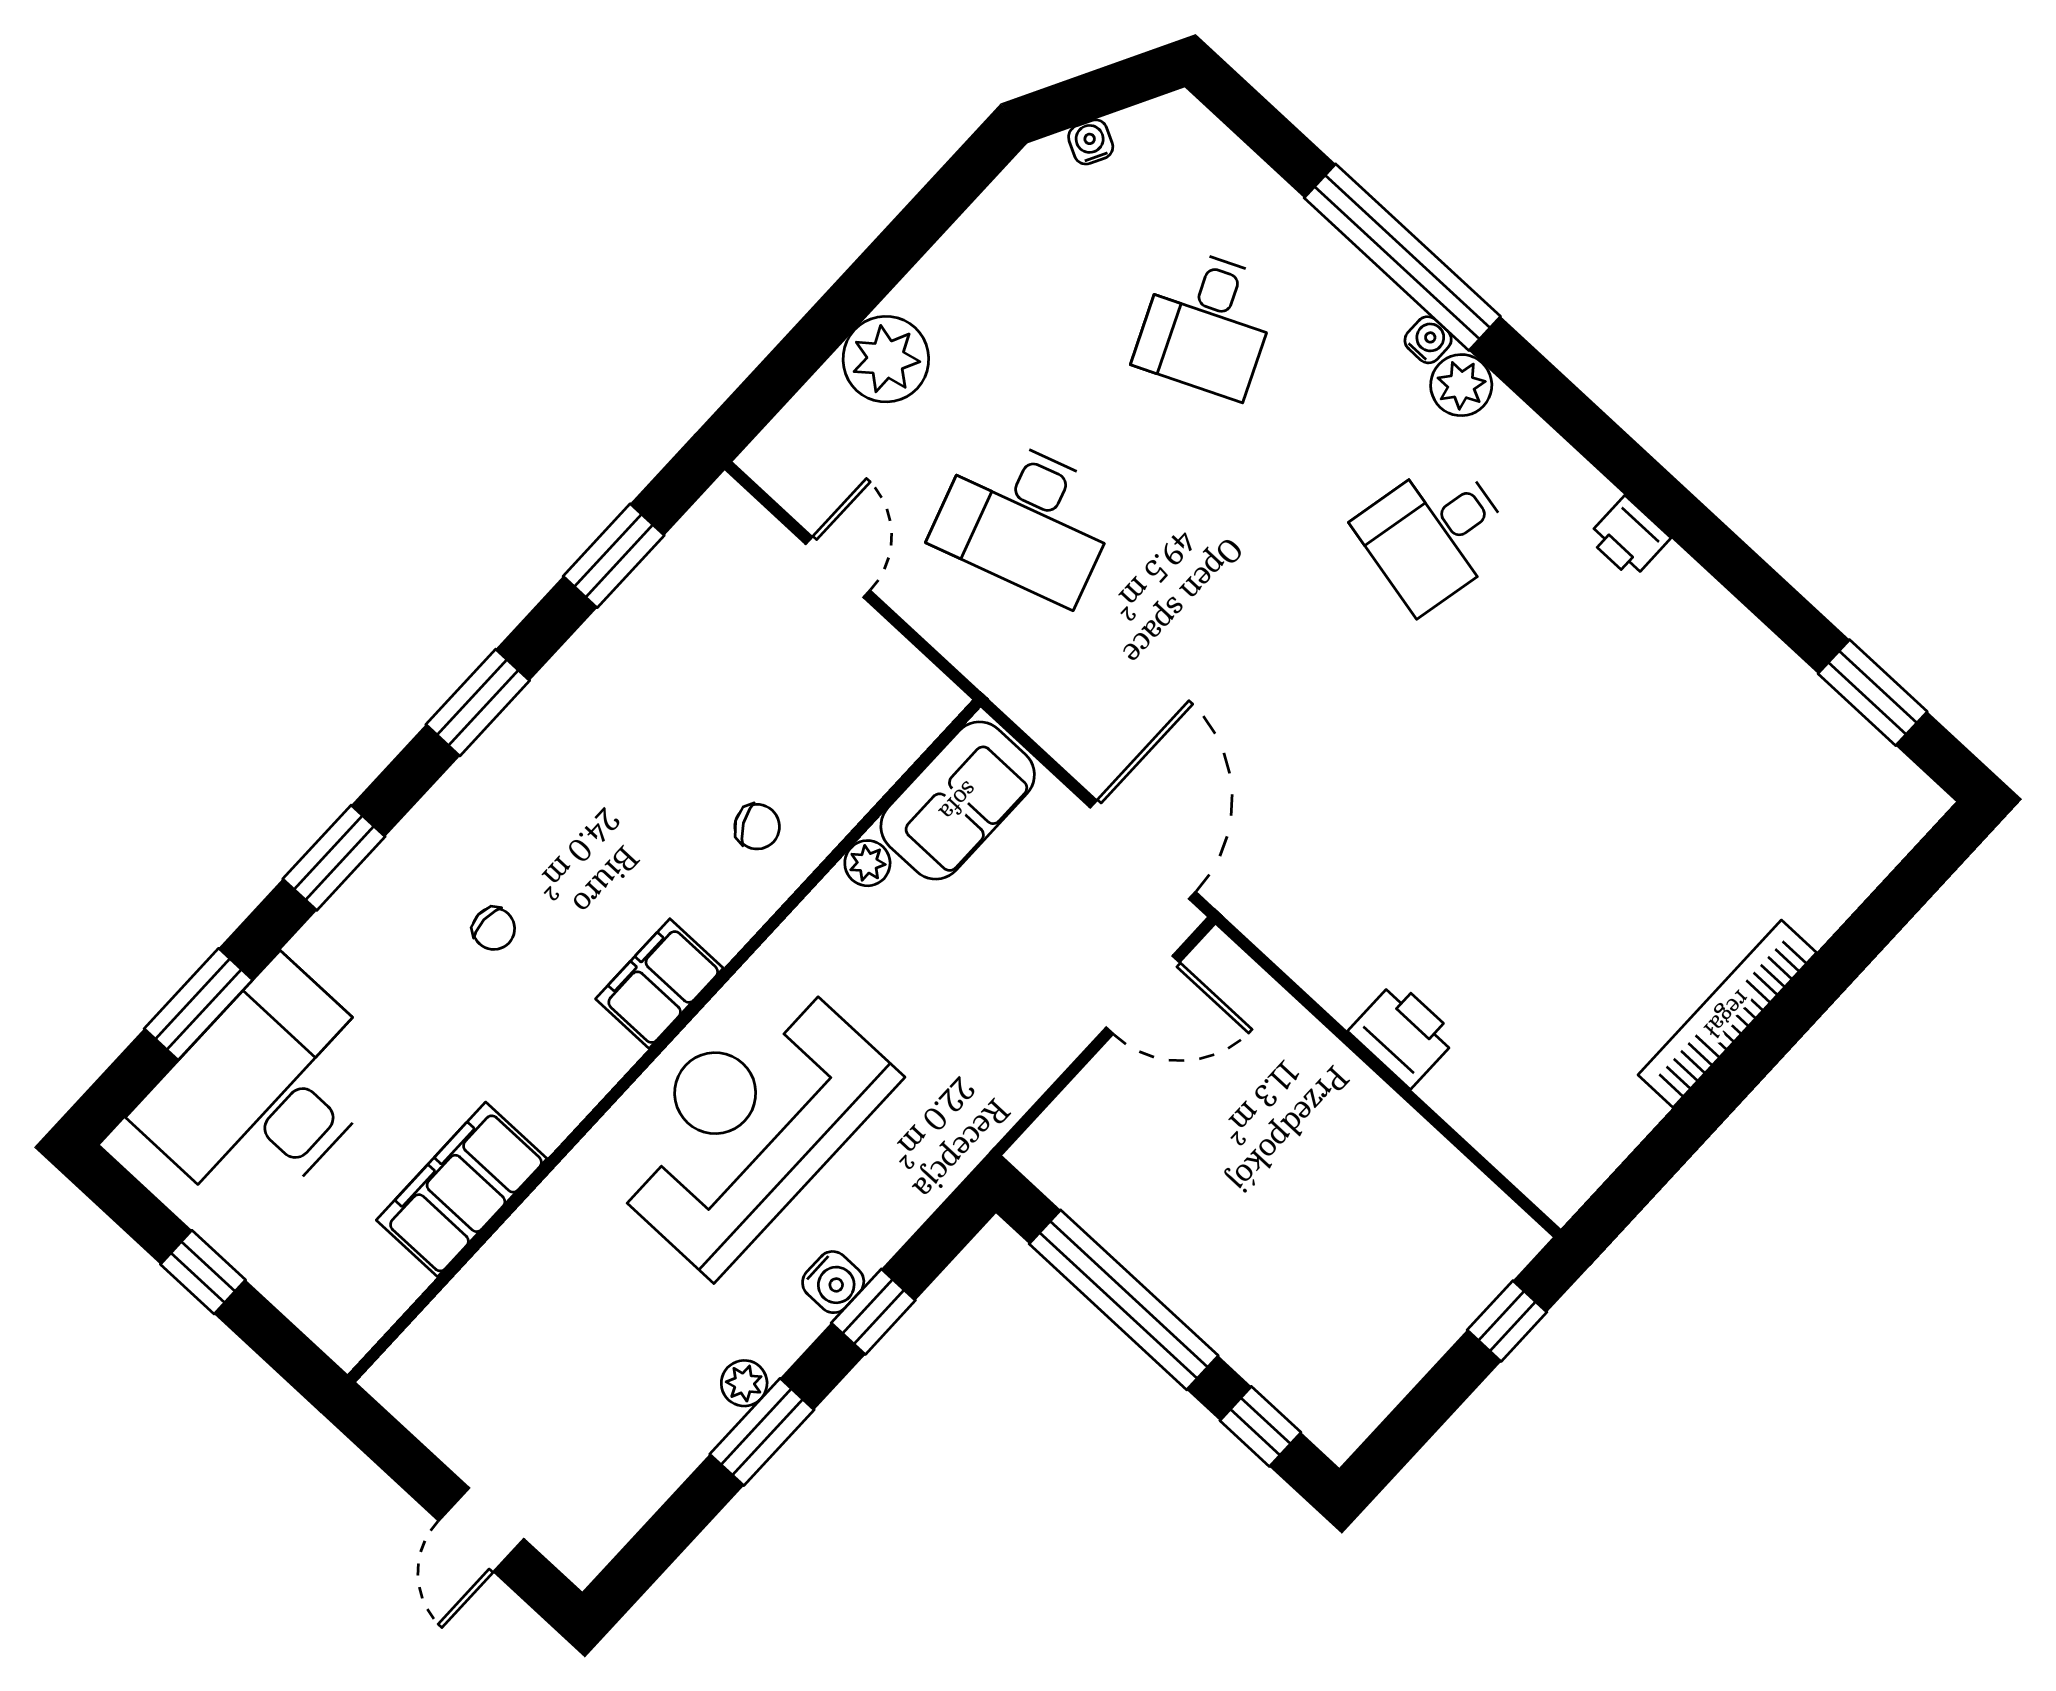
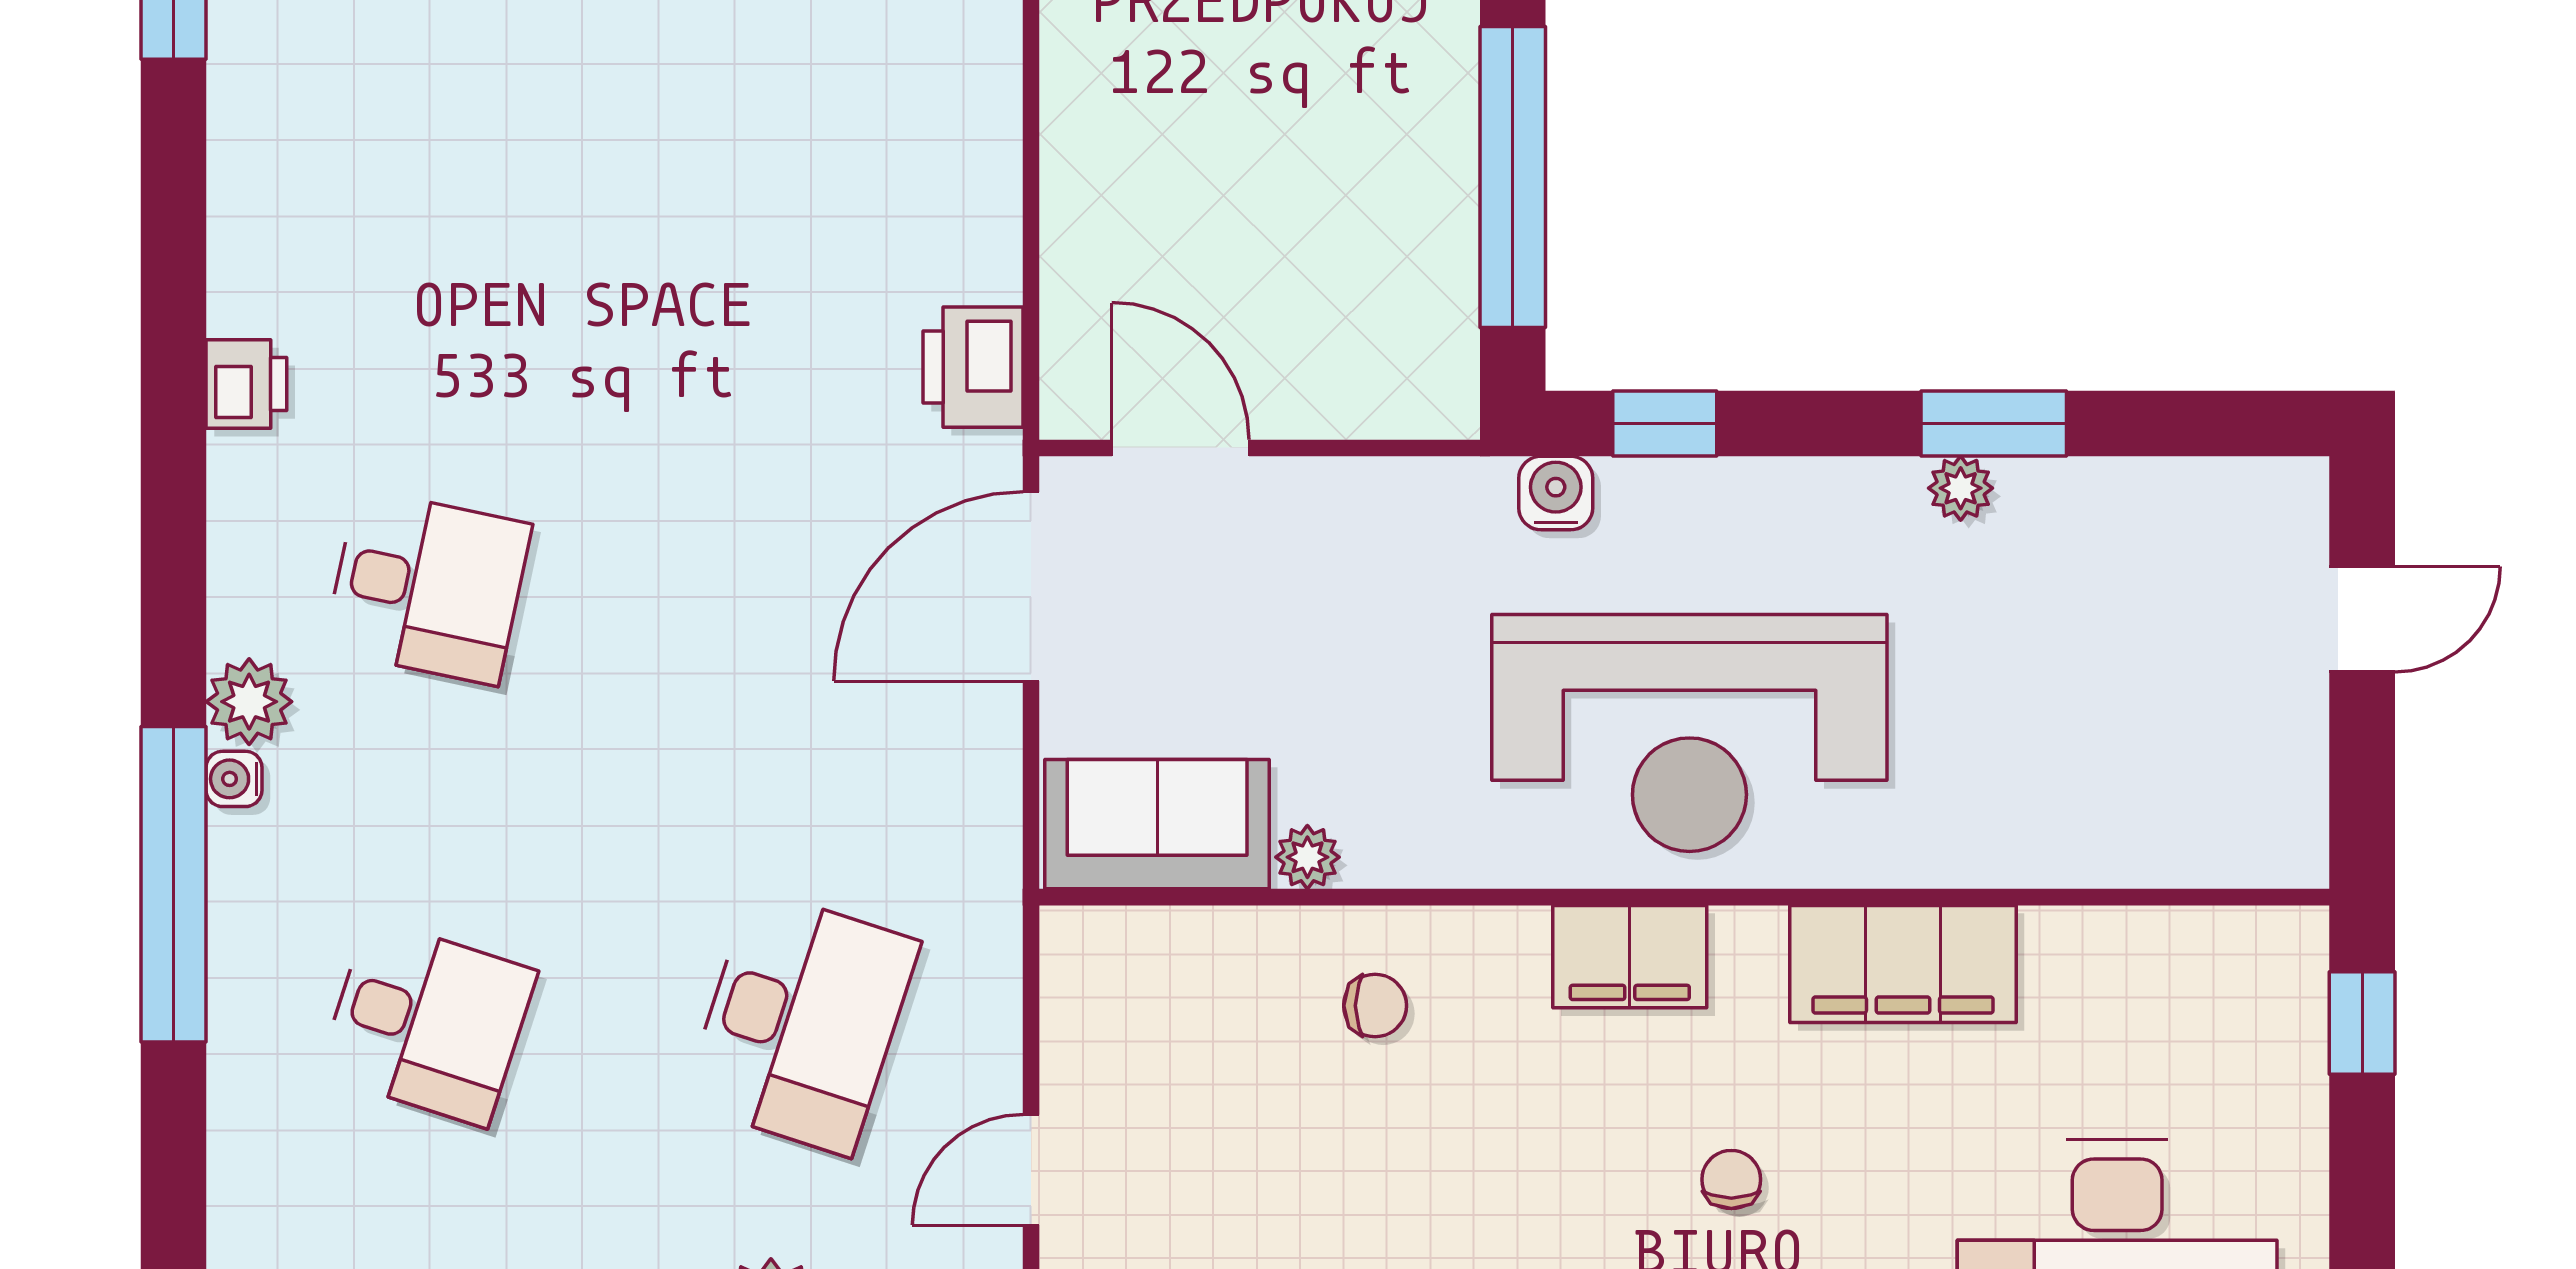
desk: (1207, 323) -> (428, 1022), turned 42
desk: (1026, 519) -> (801, 1022), turned 36
chair: (757, 827) -> (1375, 1006), turned 118
printer: (1403, 1034) -> (973, 367), moved
filing cabinet: (462, 1189) -> (1903, 964), moved
window: (203, 1272) -> (2362, 1023), moved
water cooler: (833, 1282) -> (1556, 493), moved
window: (873, 1312) -> (1665, 423), moved

